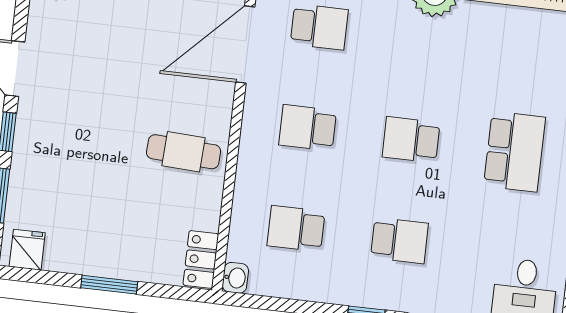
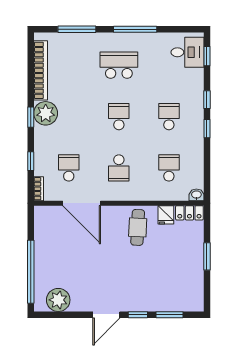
school desk: (411, 140) -> (119, 117), turned 180
school desk: (296, 229) -> (169, 168), turned 180
fridge: (27, 250) -> (166, 215), moved, turned -90

